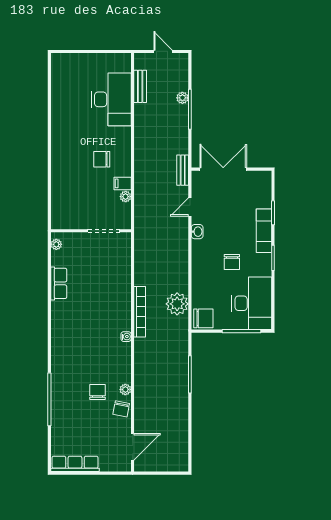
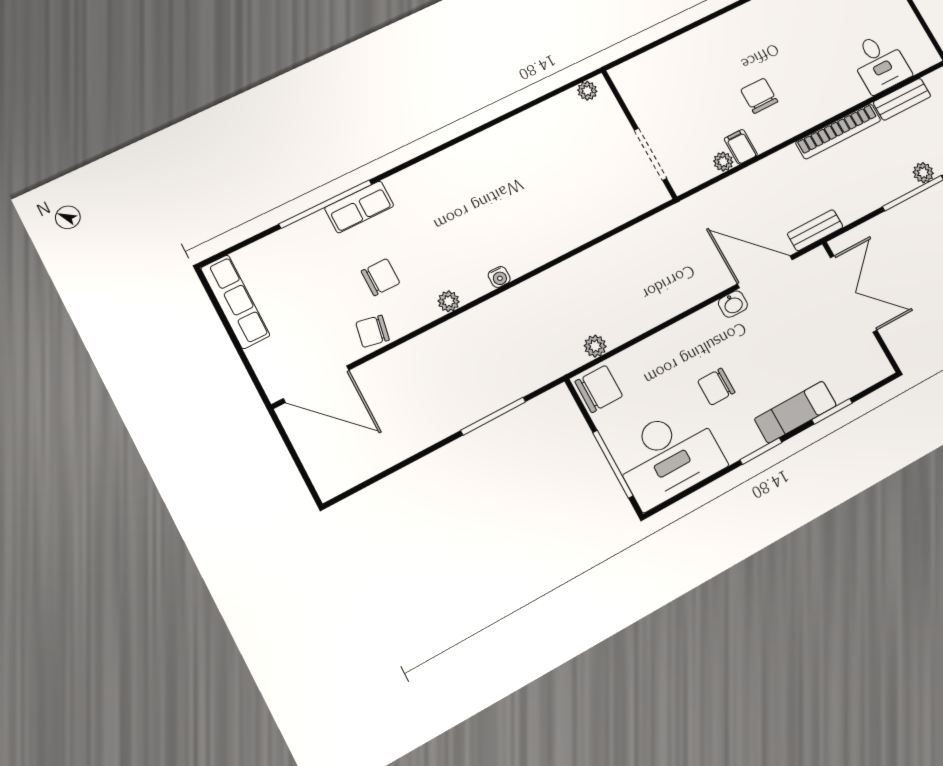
desk: (111, 99) -> (880, 63), width x0.53, depth x0.77
door: (190, 207) -> (765, 272), width x1.87
row of seats: (59, 283) -> (359, 207), moved
plant: (177, 304) -> (595, 346), width x0.53, depth x0.53
bookcase: (140, 312) -> (838, 131), moved
chair: (203, 318) -> (599, 389), turned -90
plant: (125, 389) -> (449, 301), moved
door: (133, 447) -> (316, 384), width x1.36

